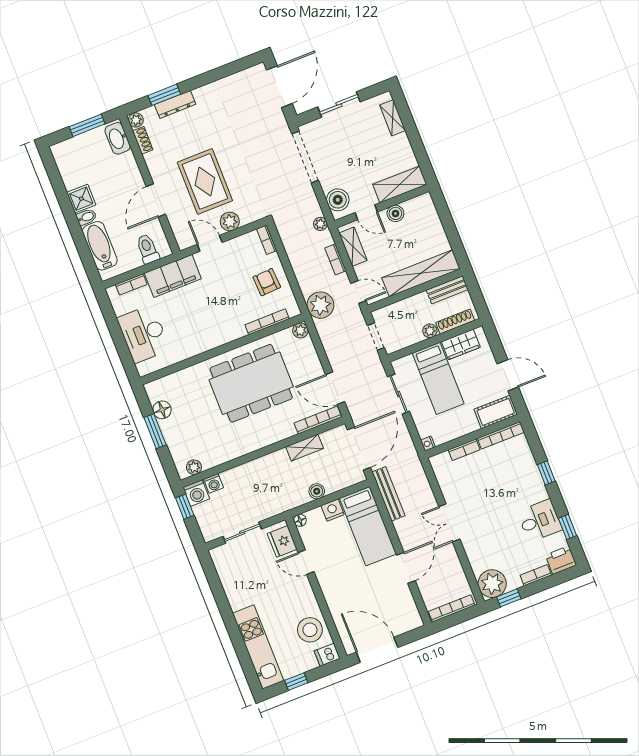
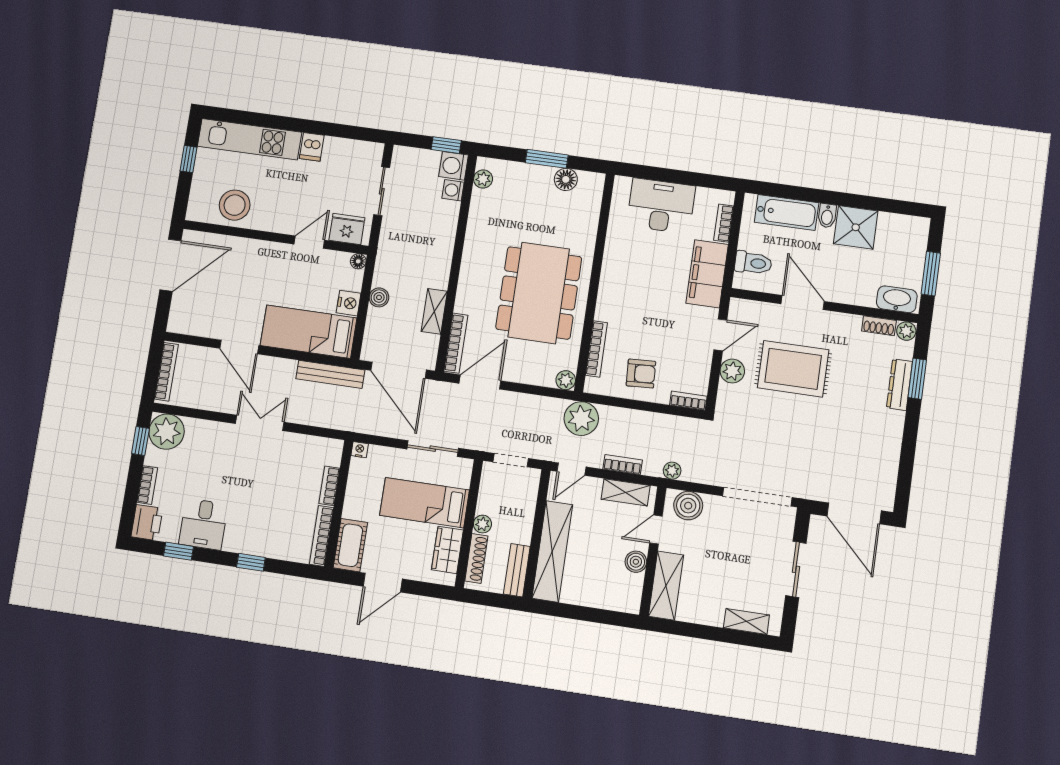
shower: (81, 199) -> (856, 227), width x1.36, depth x1.36
dishwasher: (327, 655) -> (312, 147), moved, turned 180

